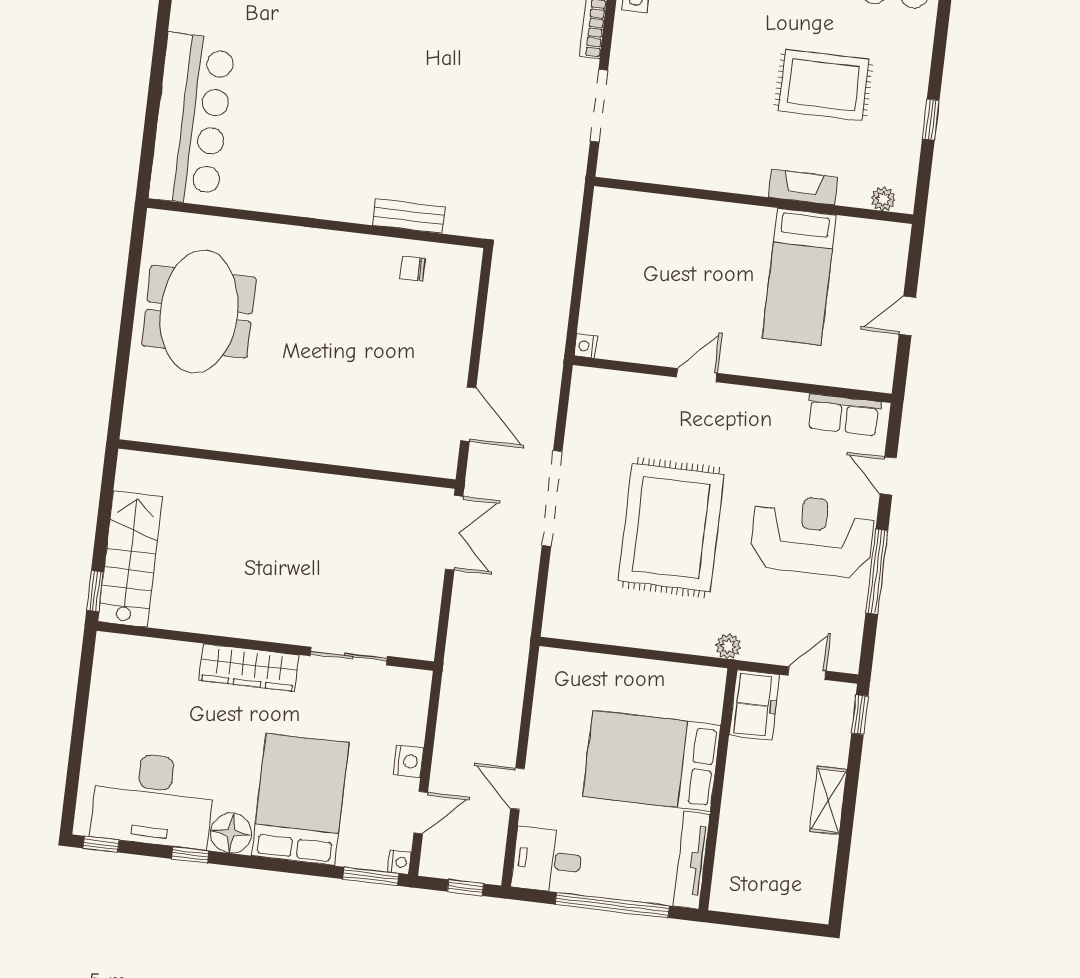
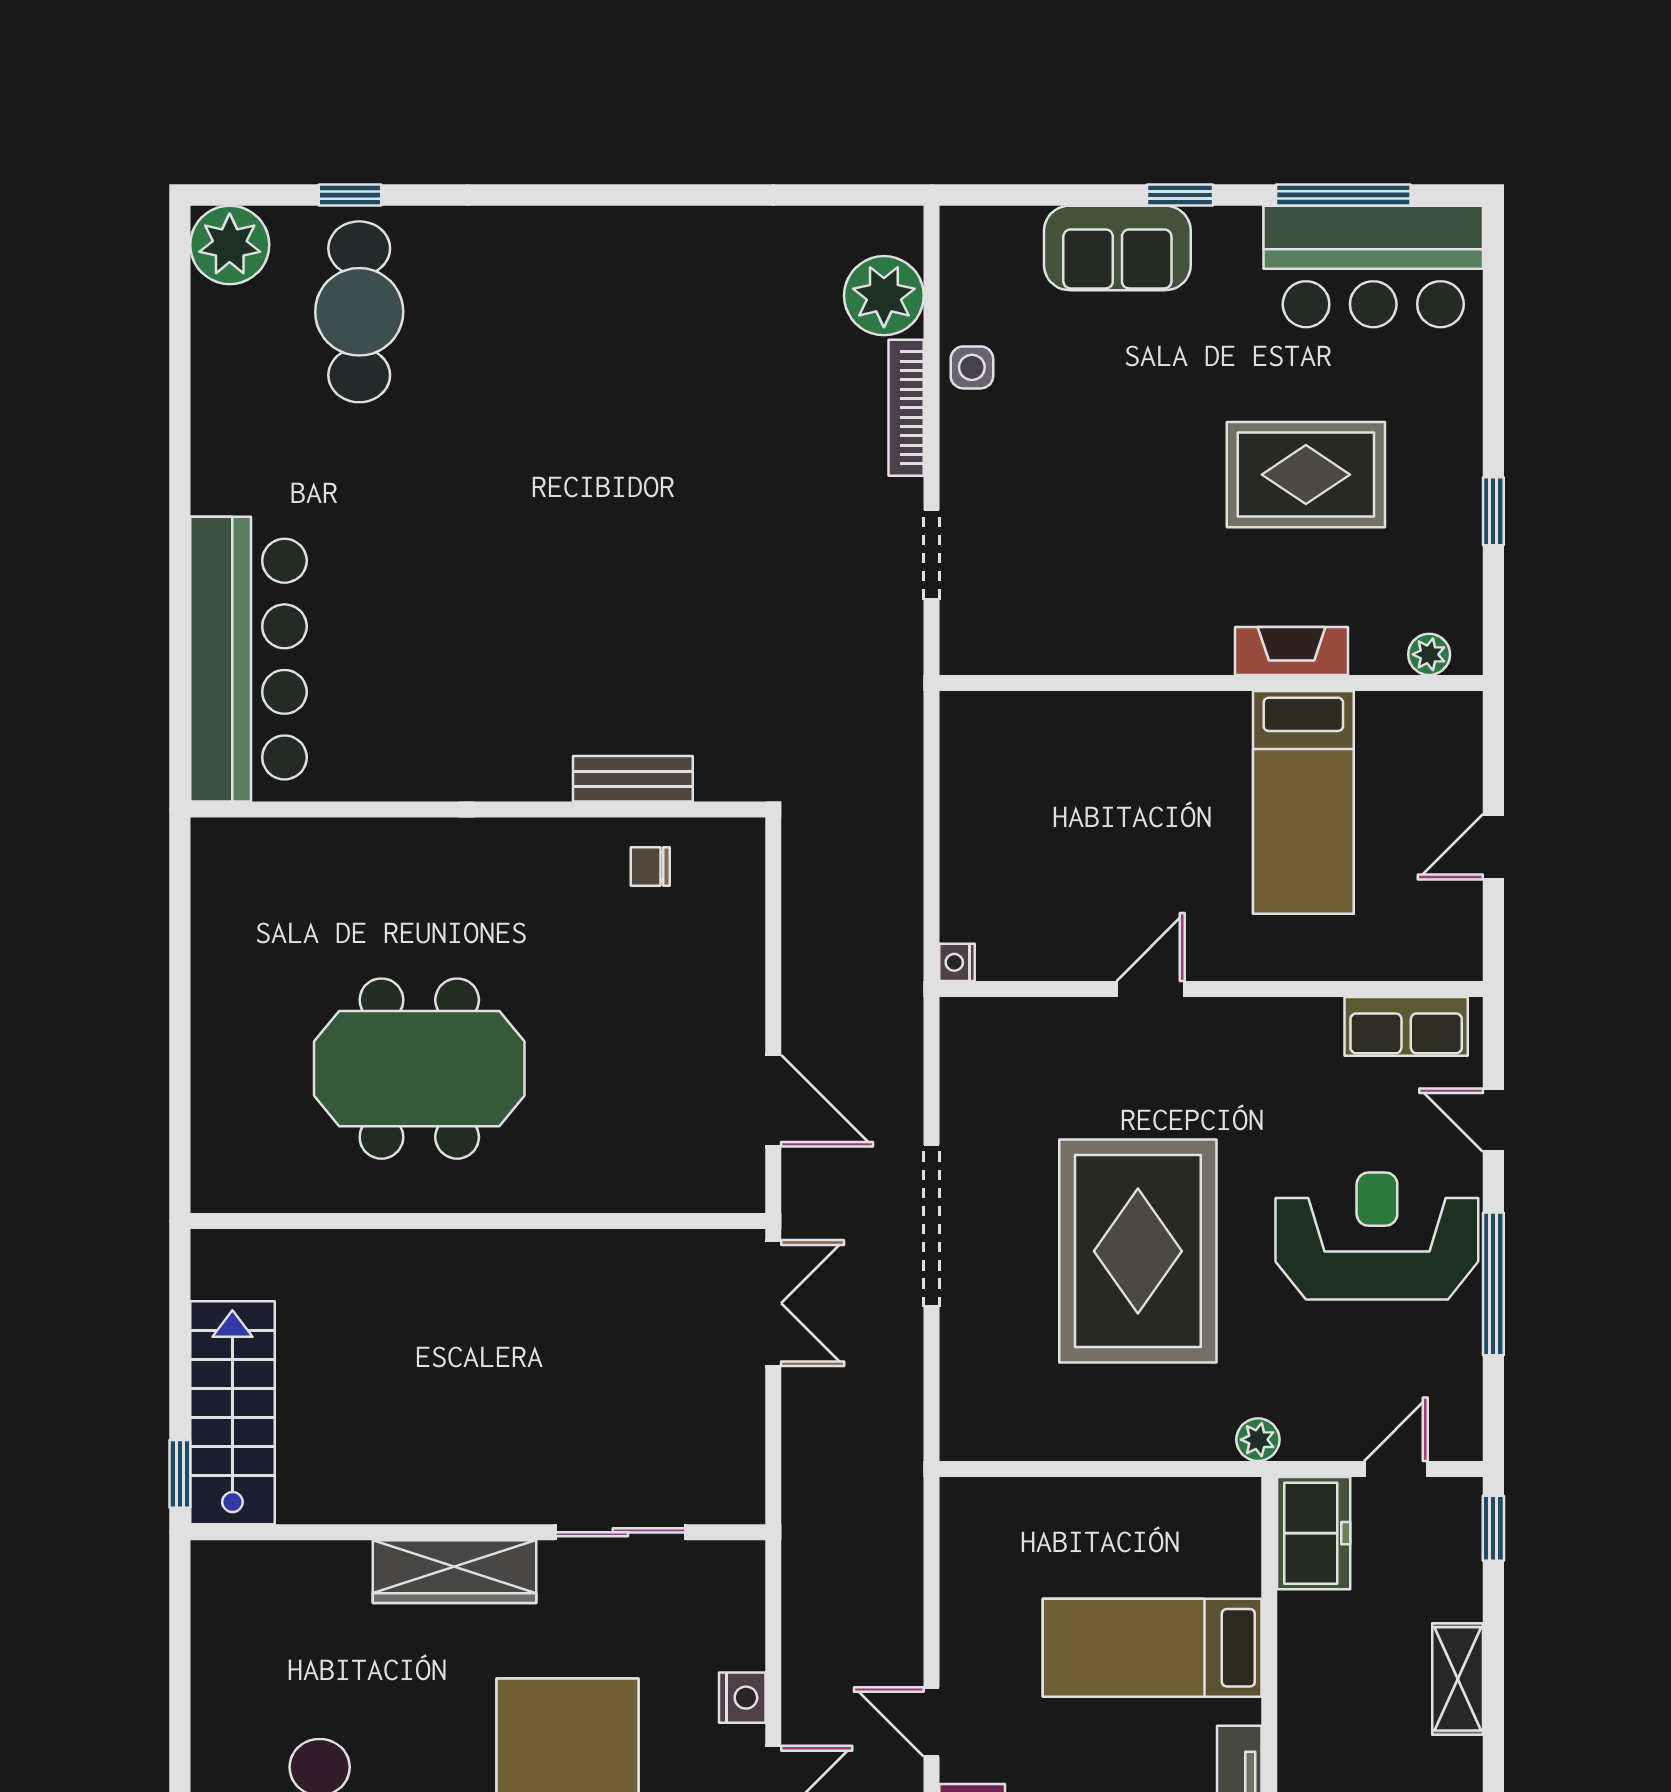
doorway: (599, 106) -> (932, 555), width x0.73
meeting table: (199, 312) -> (419, 1069), moved, turned 90
bed: (652, 761) -> (1152, 1648), width x0.67

